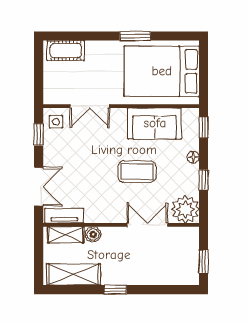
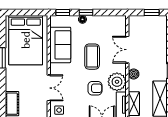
armchair: (89, 176) -> (95, 88), added
window: (204, 180) -> (86, 12), moved
plant: (185, 209) -> (117, 82), moved
boiler: (93, 234) -> (134, 74), moved

